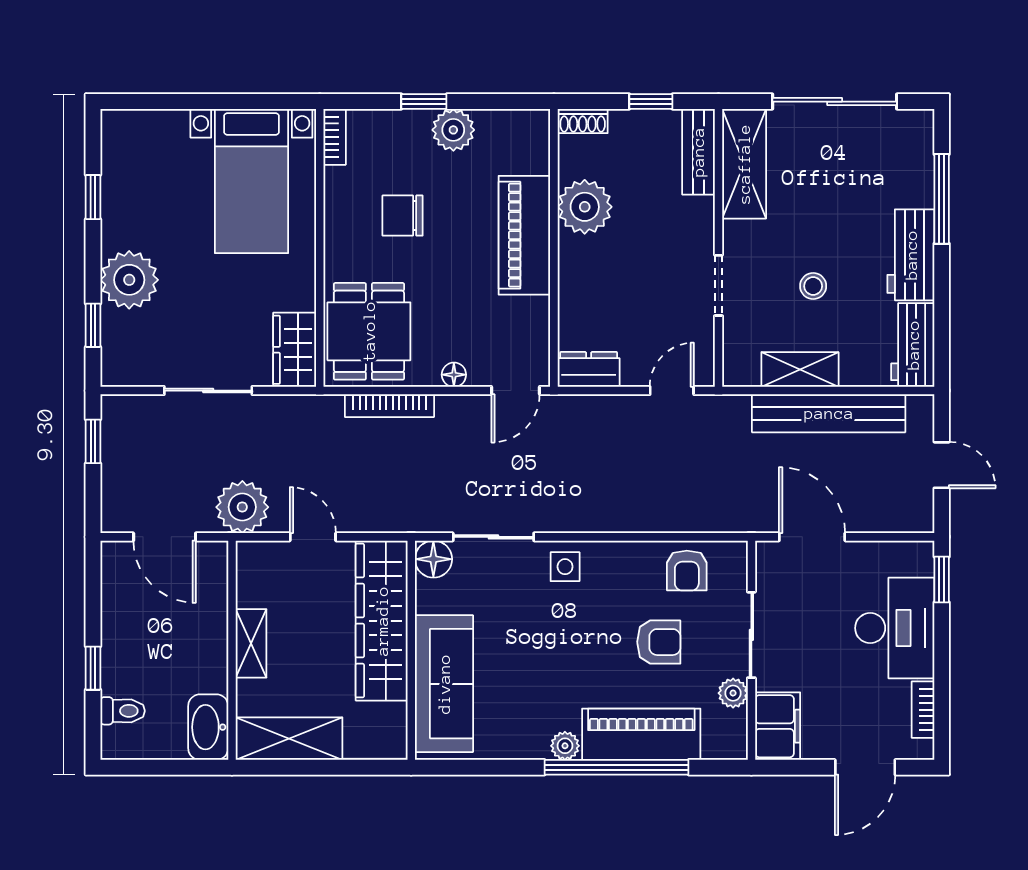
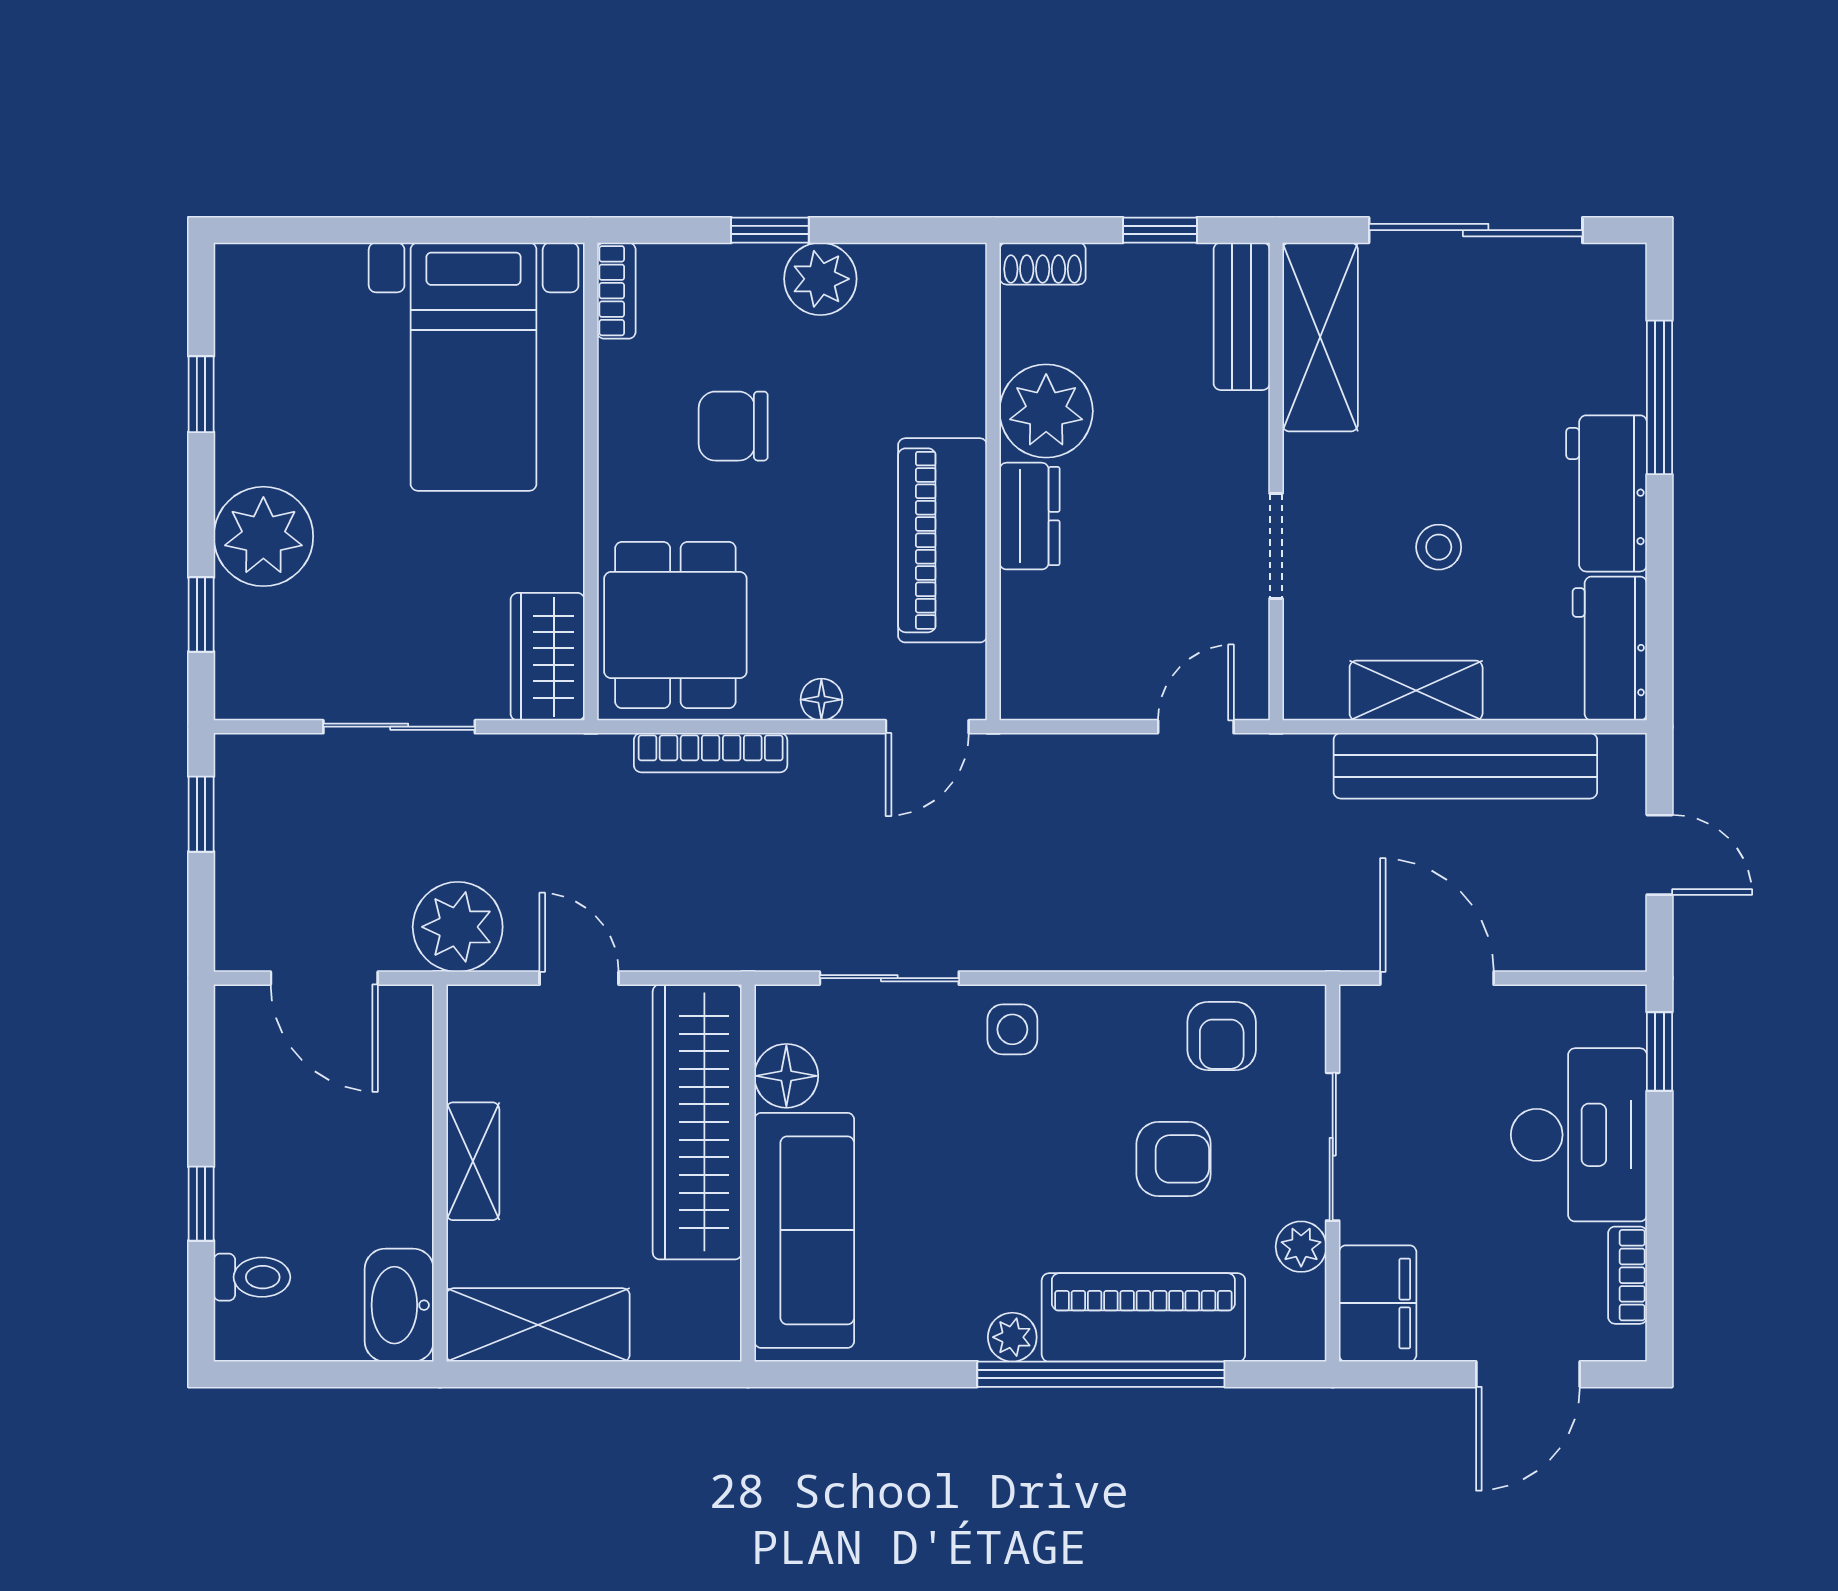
piano: (524, 235) -> (943, 540), moved
dresser: (589, 369) -> (1030, 516), moved, turned 90
floor lamp: (433, 559) -> (786, 1076), moved

